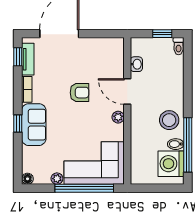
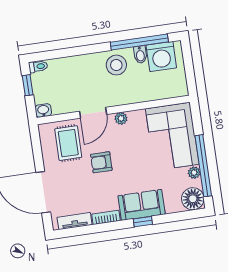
window: (18, 57) -> (74, 232), removed
rug: (102, 64) -> (68, 143), added
washbasin: (136, 64) -> (43, 110), moved
armchair: (79, 93) -> (101, 162), turned -90
floor lamp: (28, 179) -> (193, 199), width x1.89, depth x1.89
window: (84, 188) -> (203, 166), moved

